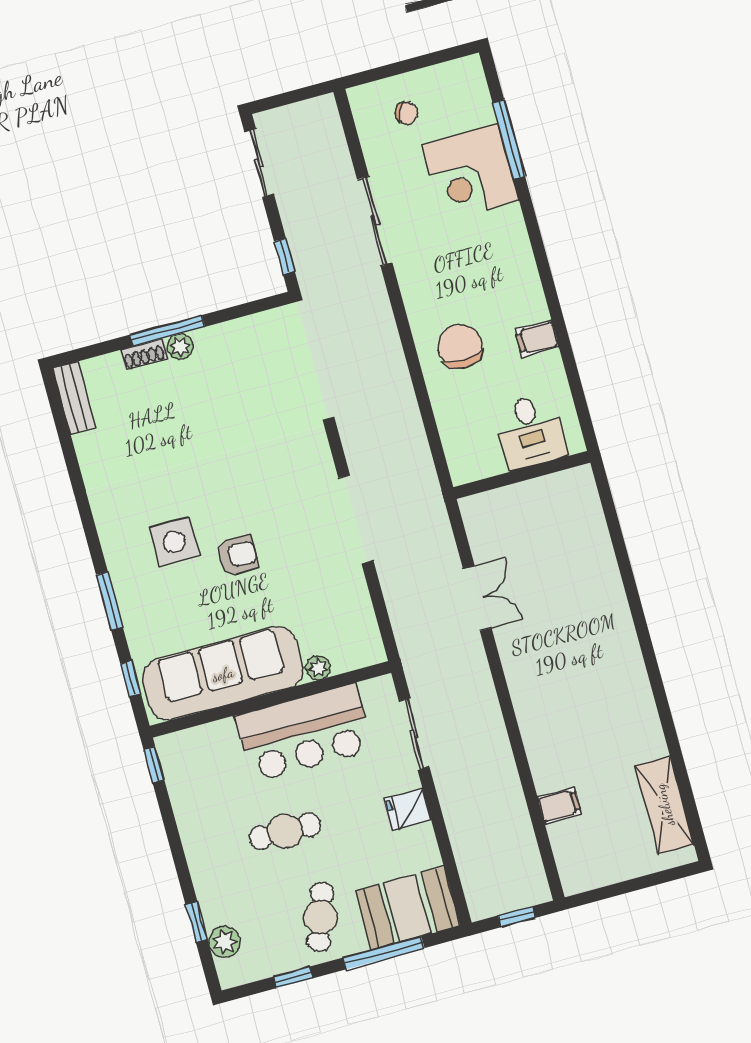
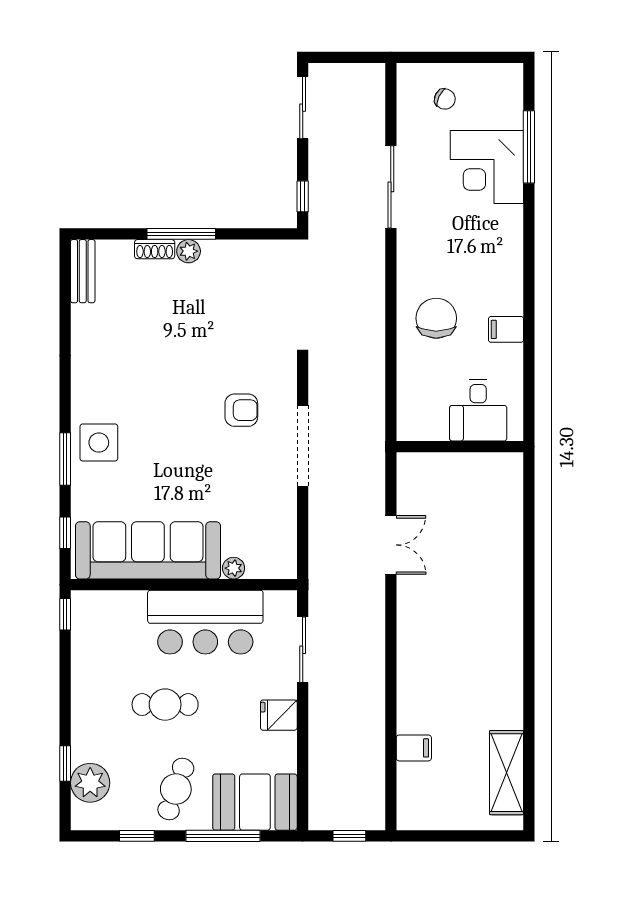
side table: (174, 542) -> (99, 443), moved
armchair: (237, 555) -> (241, 410), moved
plant: (224, 942) -> (90, 783), width x1.36, depth x1.36

